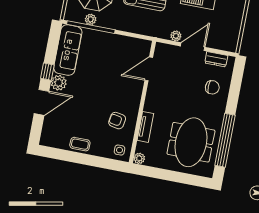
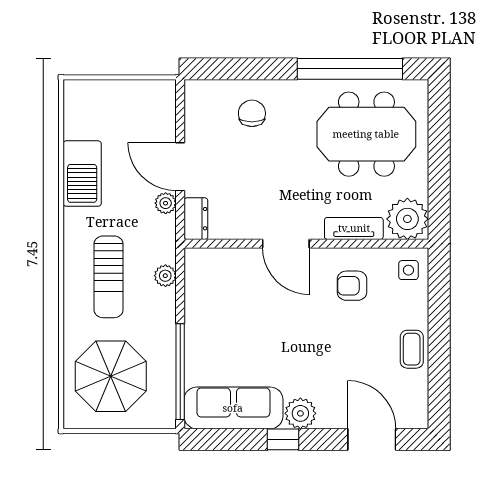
plant: (91, 19) -> (165, 276), moved
dresser: (216, 59) -> (196, 219), moved
door: (149, 69) -> (286, 244), moved
door: (42, 102) -> (372, 439), moved
armchair: (117, 121) -> (352, 286), turned 80
plant: (139, 158) -> (407, 219), width x1.87, depth x1.87

